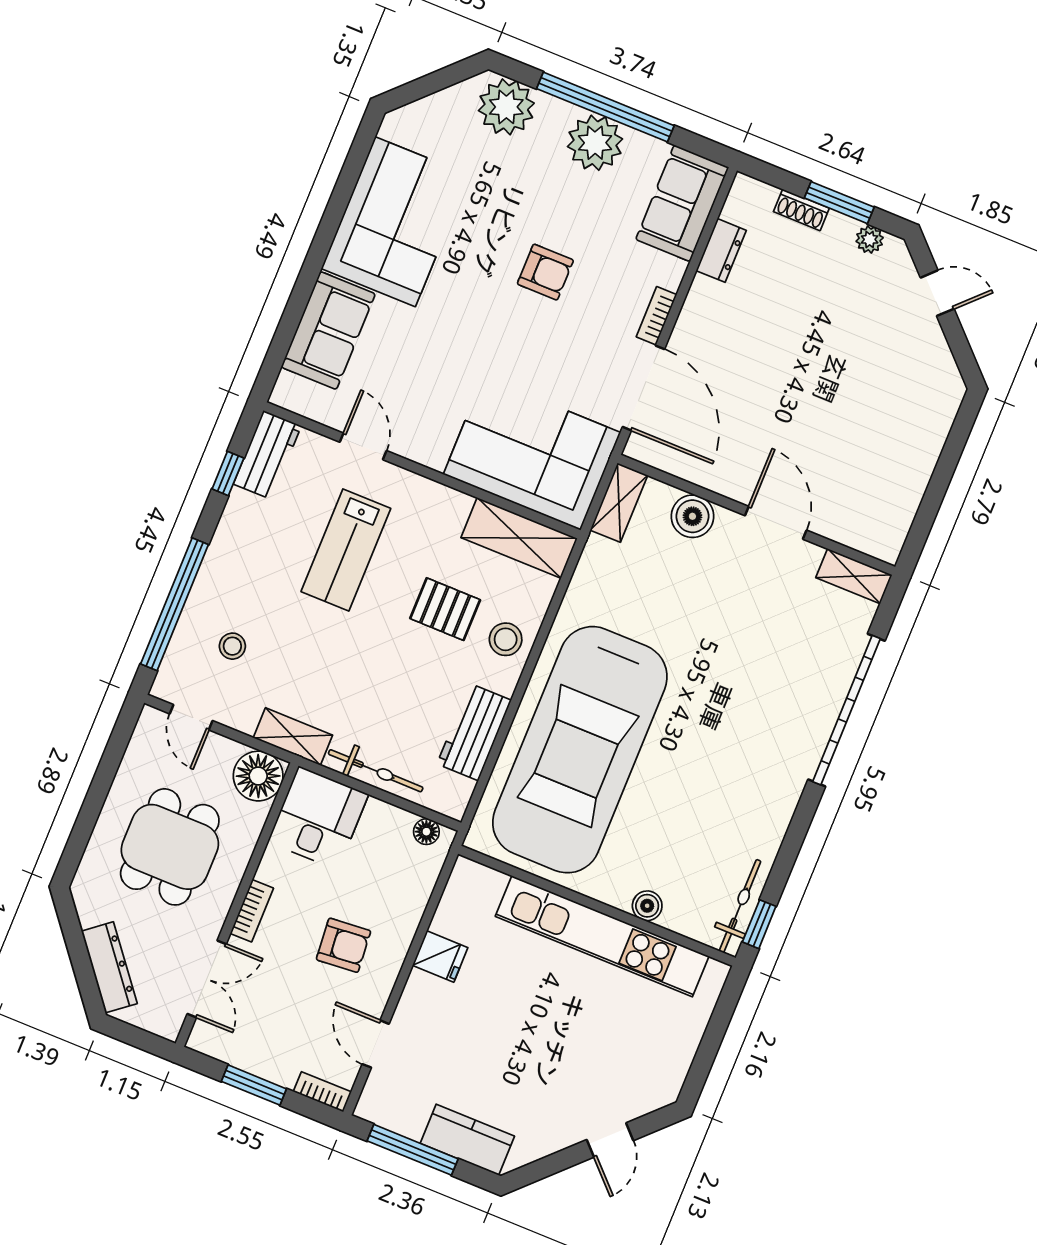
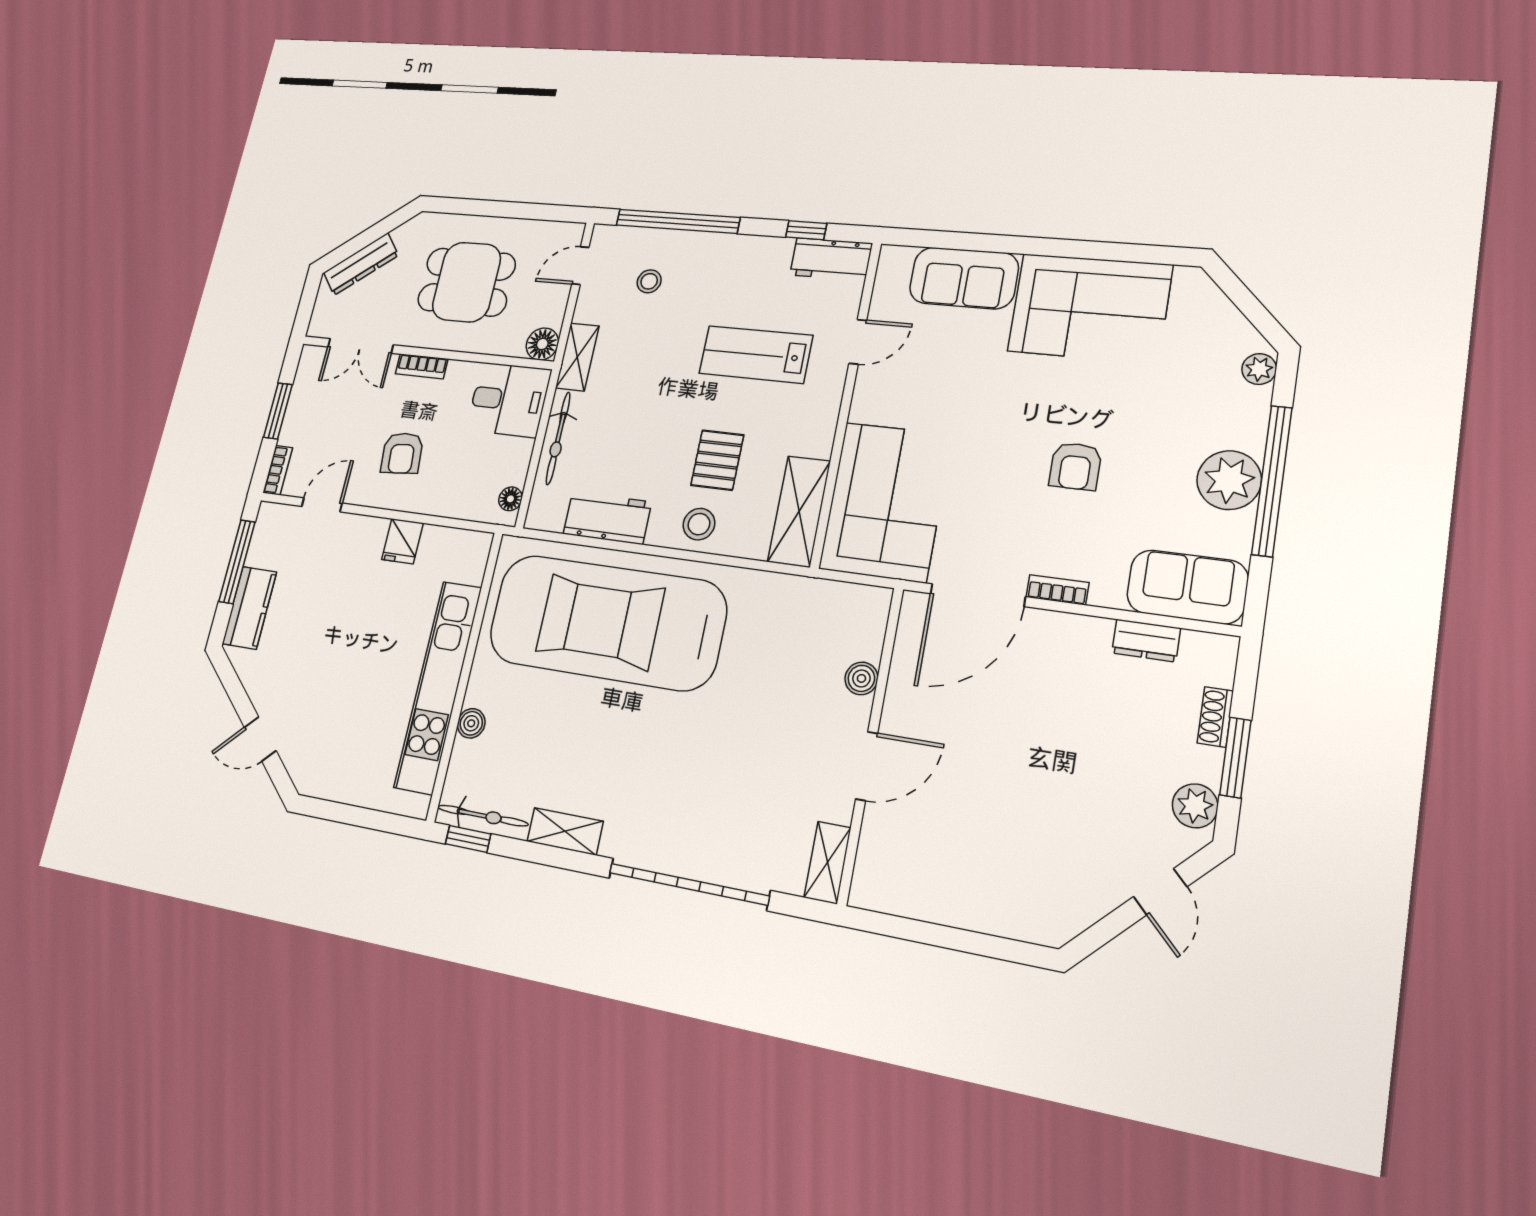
plant: (506, 107) -> (1259, 369), width x0.53, depth x0.53
plant: (870, 239) -> (1195, 806), width x1.38, depth x1.38
shelving: (619, 503) -> (565, 831), moved
boiler: (692, 516) -> (861, 678), width x0.73, depth x0.73
floor lamp: (258, 776) -> (542, 344), width x0.73, depth x0.73

